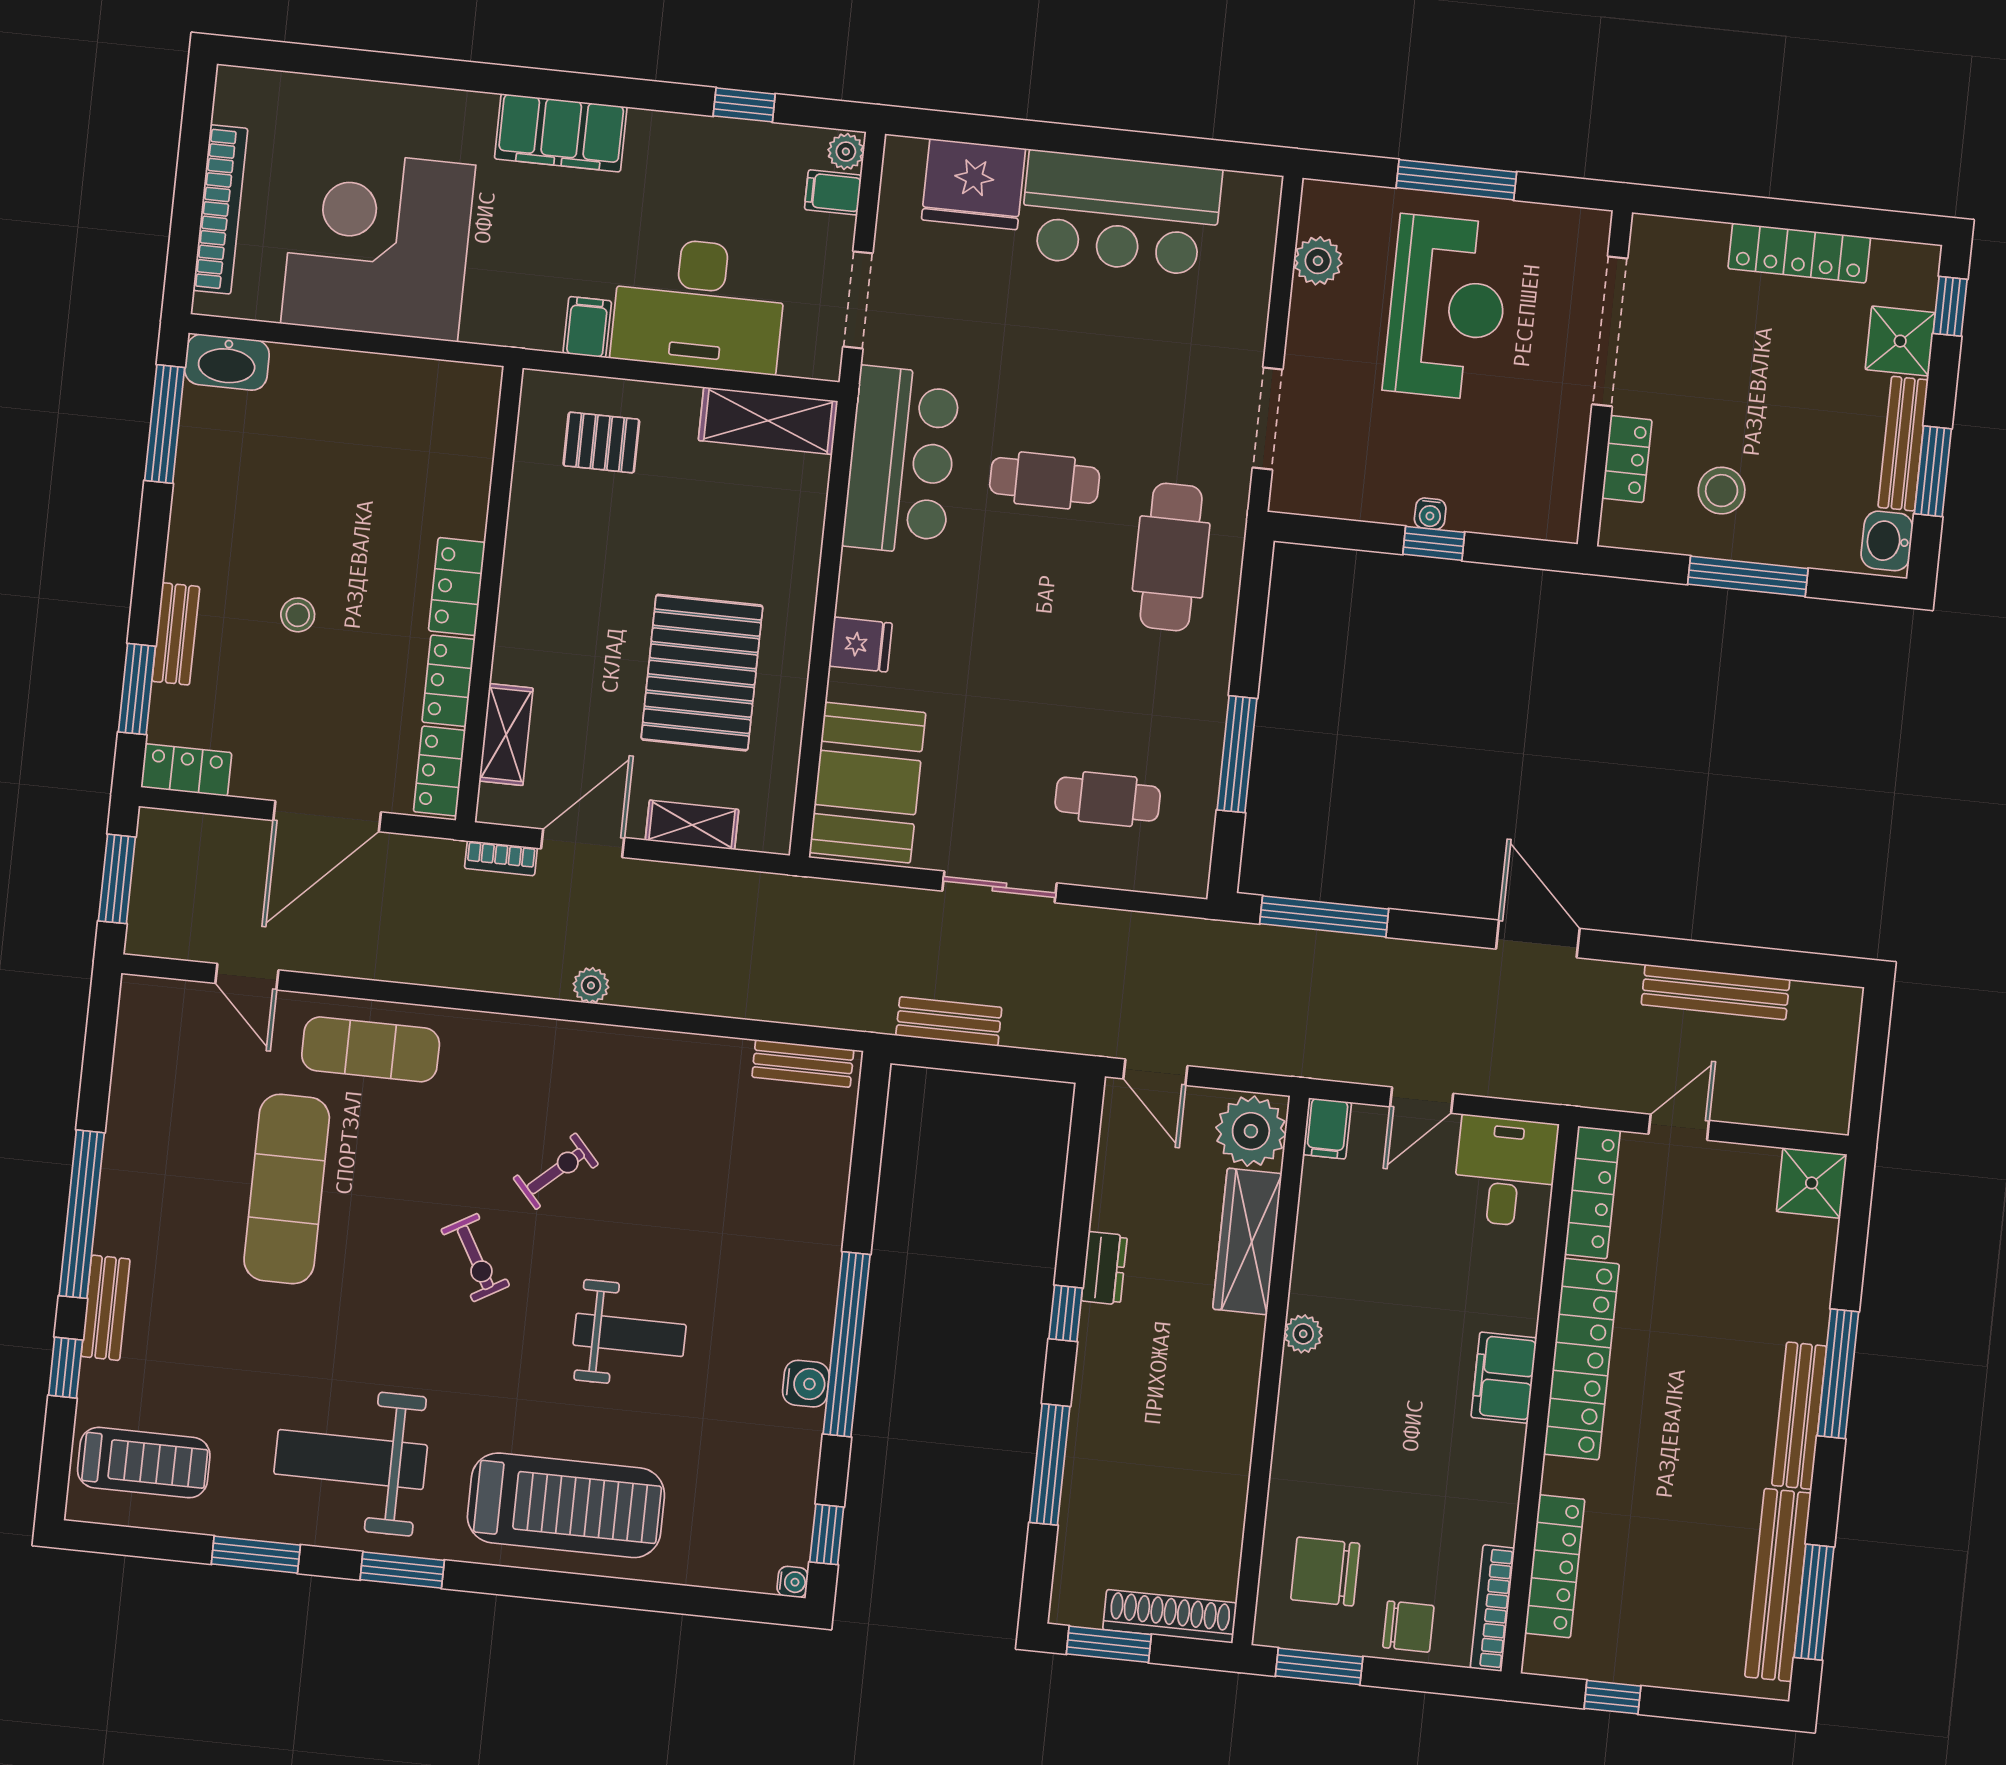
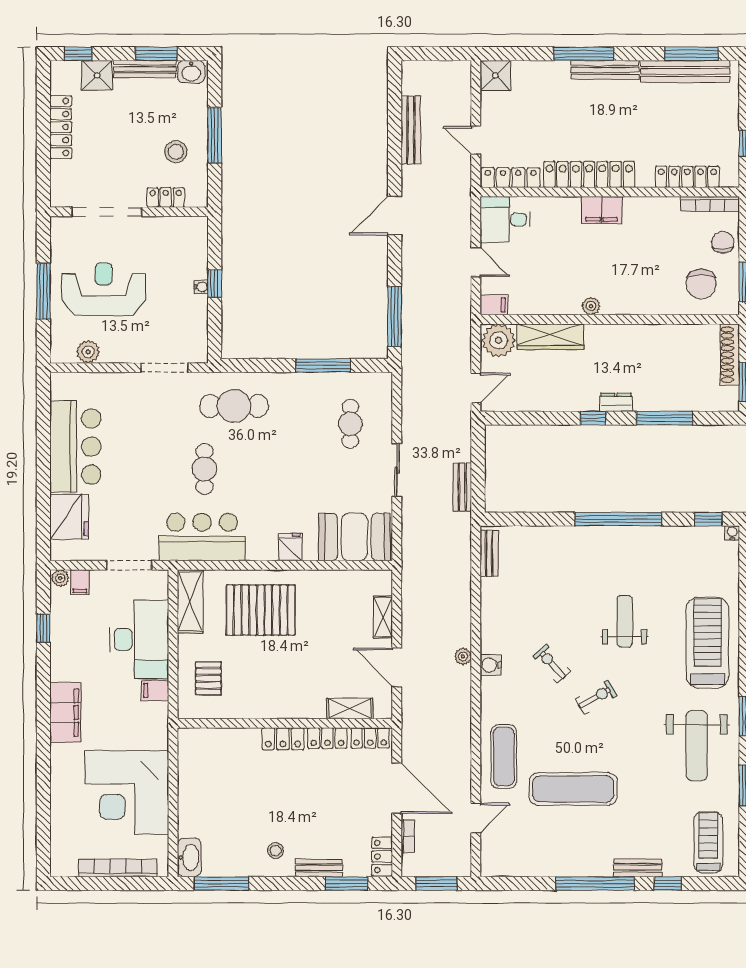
stool: (298, 615) -> (276, 851), moved
pallet: (702, 673) -> (261, 610), moved
bookcase: (501, 858) -> (408, 836), moved
dresser: (1104, 1268) -> (616, 402), moved
water cooler: (806, 1384) -> (491, 665), moved, turned -90

